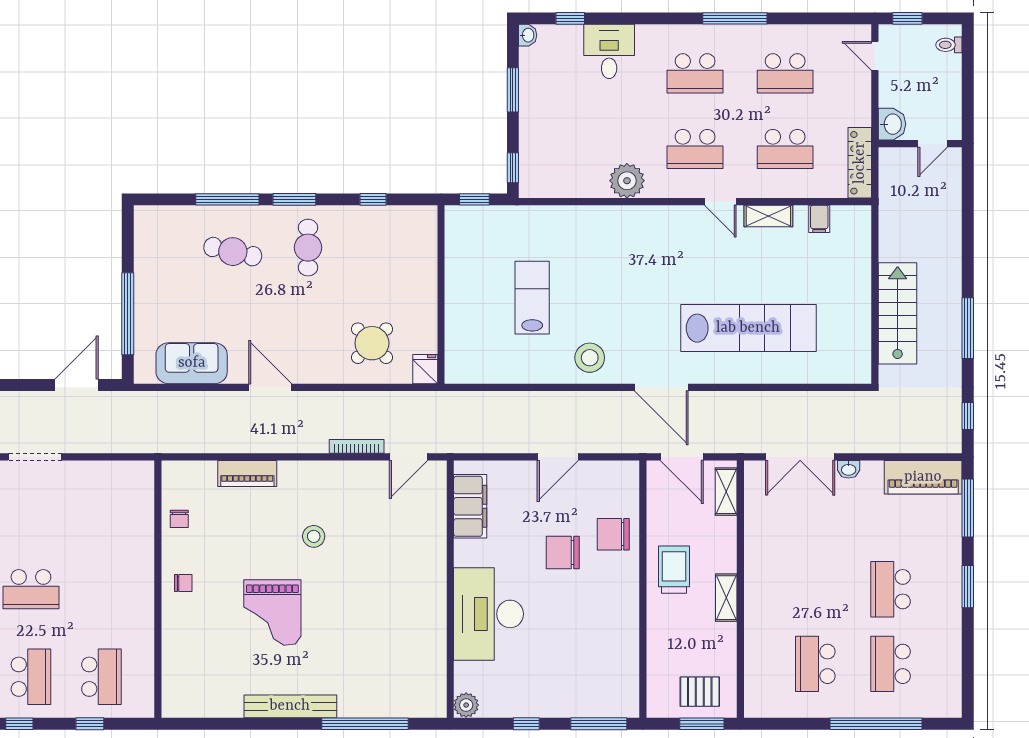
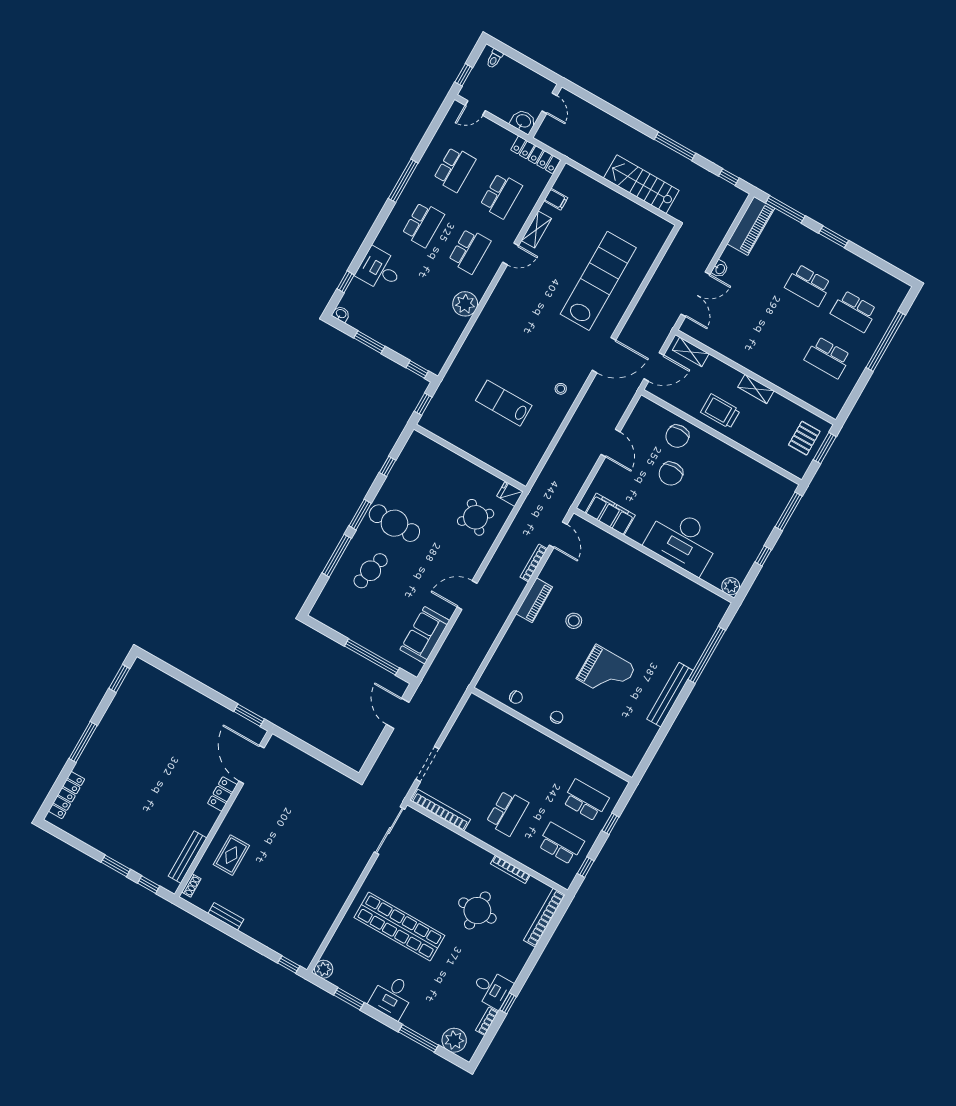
cafe table: (308, 248) -> (394, 523), width x1.37, depth x1.35
stool: (590, 358) -> (561, 389), width x0.53, depth x0.53
piano: (247, 474) -> (534, 600), moved

